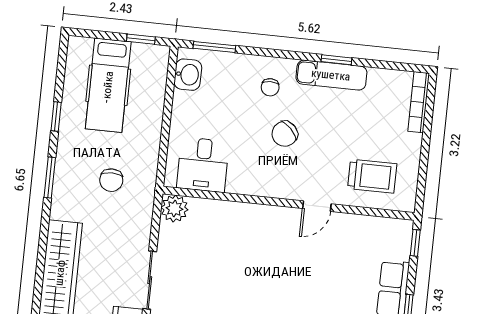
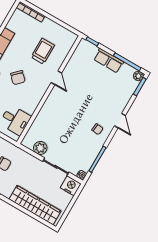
trolley: (372, 176) -> (43, 51), moved
plant: (174, 209) -> (40, 148), moved

